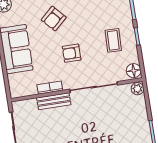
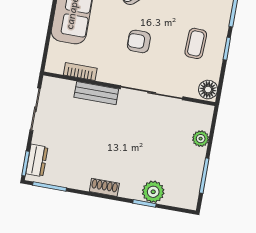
bookcase: (50, 88) -> (80, 72), moved
plant: (137, 89) -> (201, 139), moved

